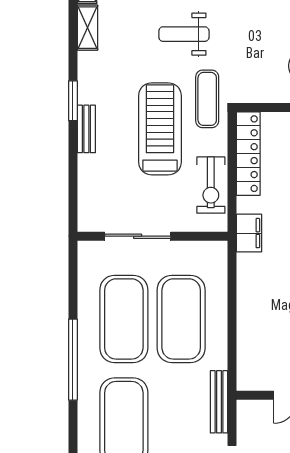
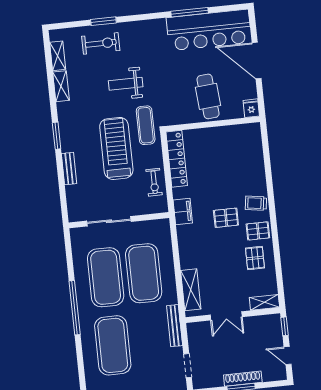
bench: (86, 129) -> (69, 169), moved
exercise bike: (211, 185) -> (154, 182), width x0.73, depth x0.72
shelving: (249, 351) -> (191, 290), added

